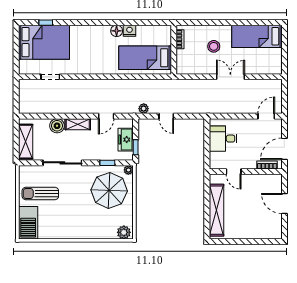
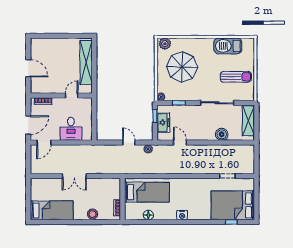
floor lamp: (117, 31) -> (148, 215), moved
nightstand: (130, 31) -> (182, 215), moved
stool: (214, 46) -> (93, 214), moved
door: (106, 116) -> (180, 143), hinge flipped
shelving: (78, 124) -> (204, 136), removed
desk: (223, 139) -> (71, 129), moved, turned 90
door: (284, 149) -> (28, 125), moved
door: (234, 171) -> (72, 95), hinge flipped
parasol: (109, 190) -> (182, 67), moved
barbecue: (28, 223) -> (228, 46), moved, turned -90

